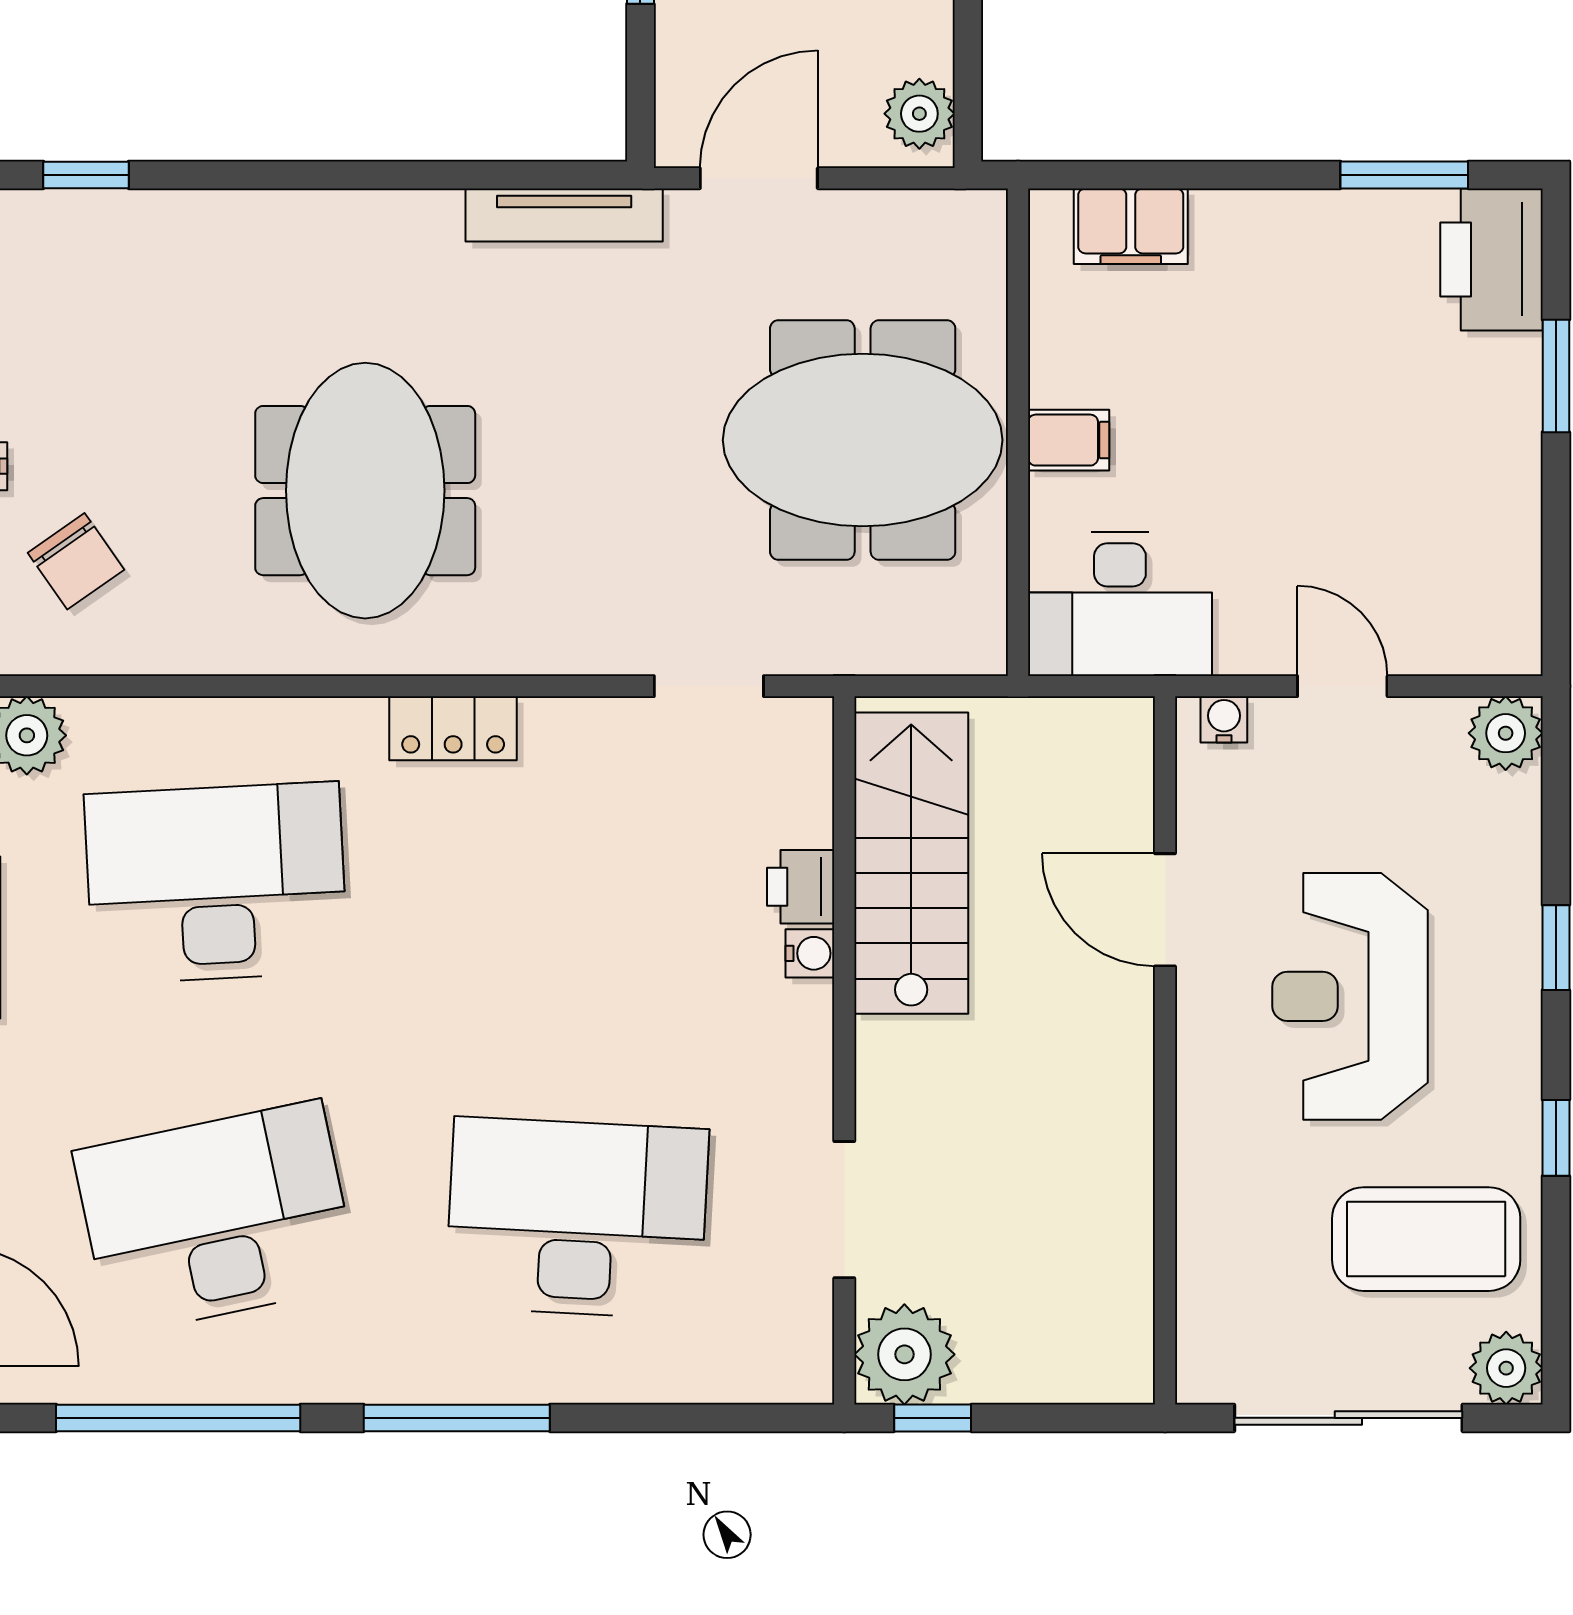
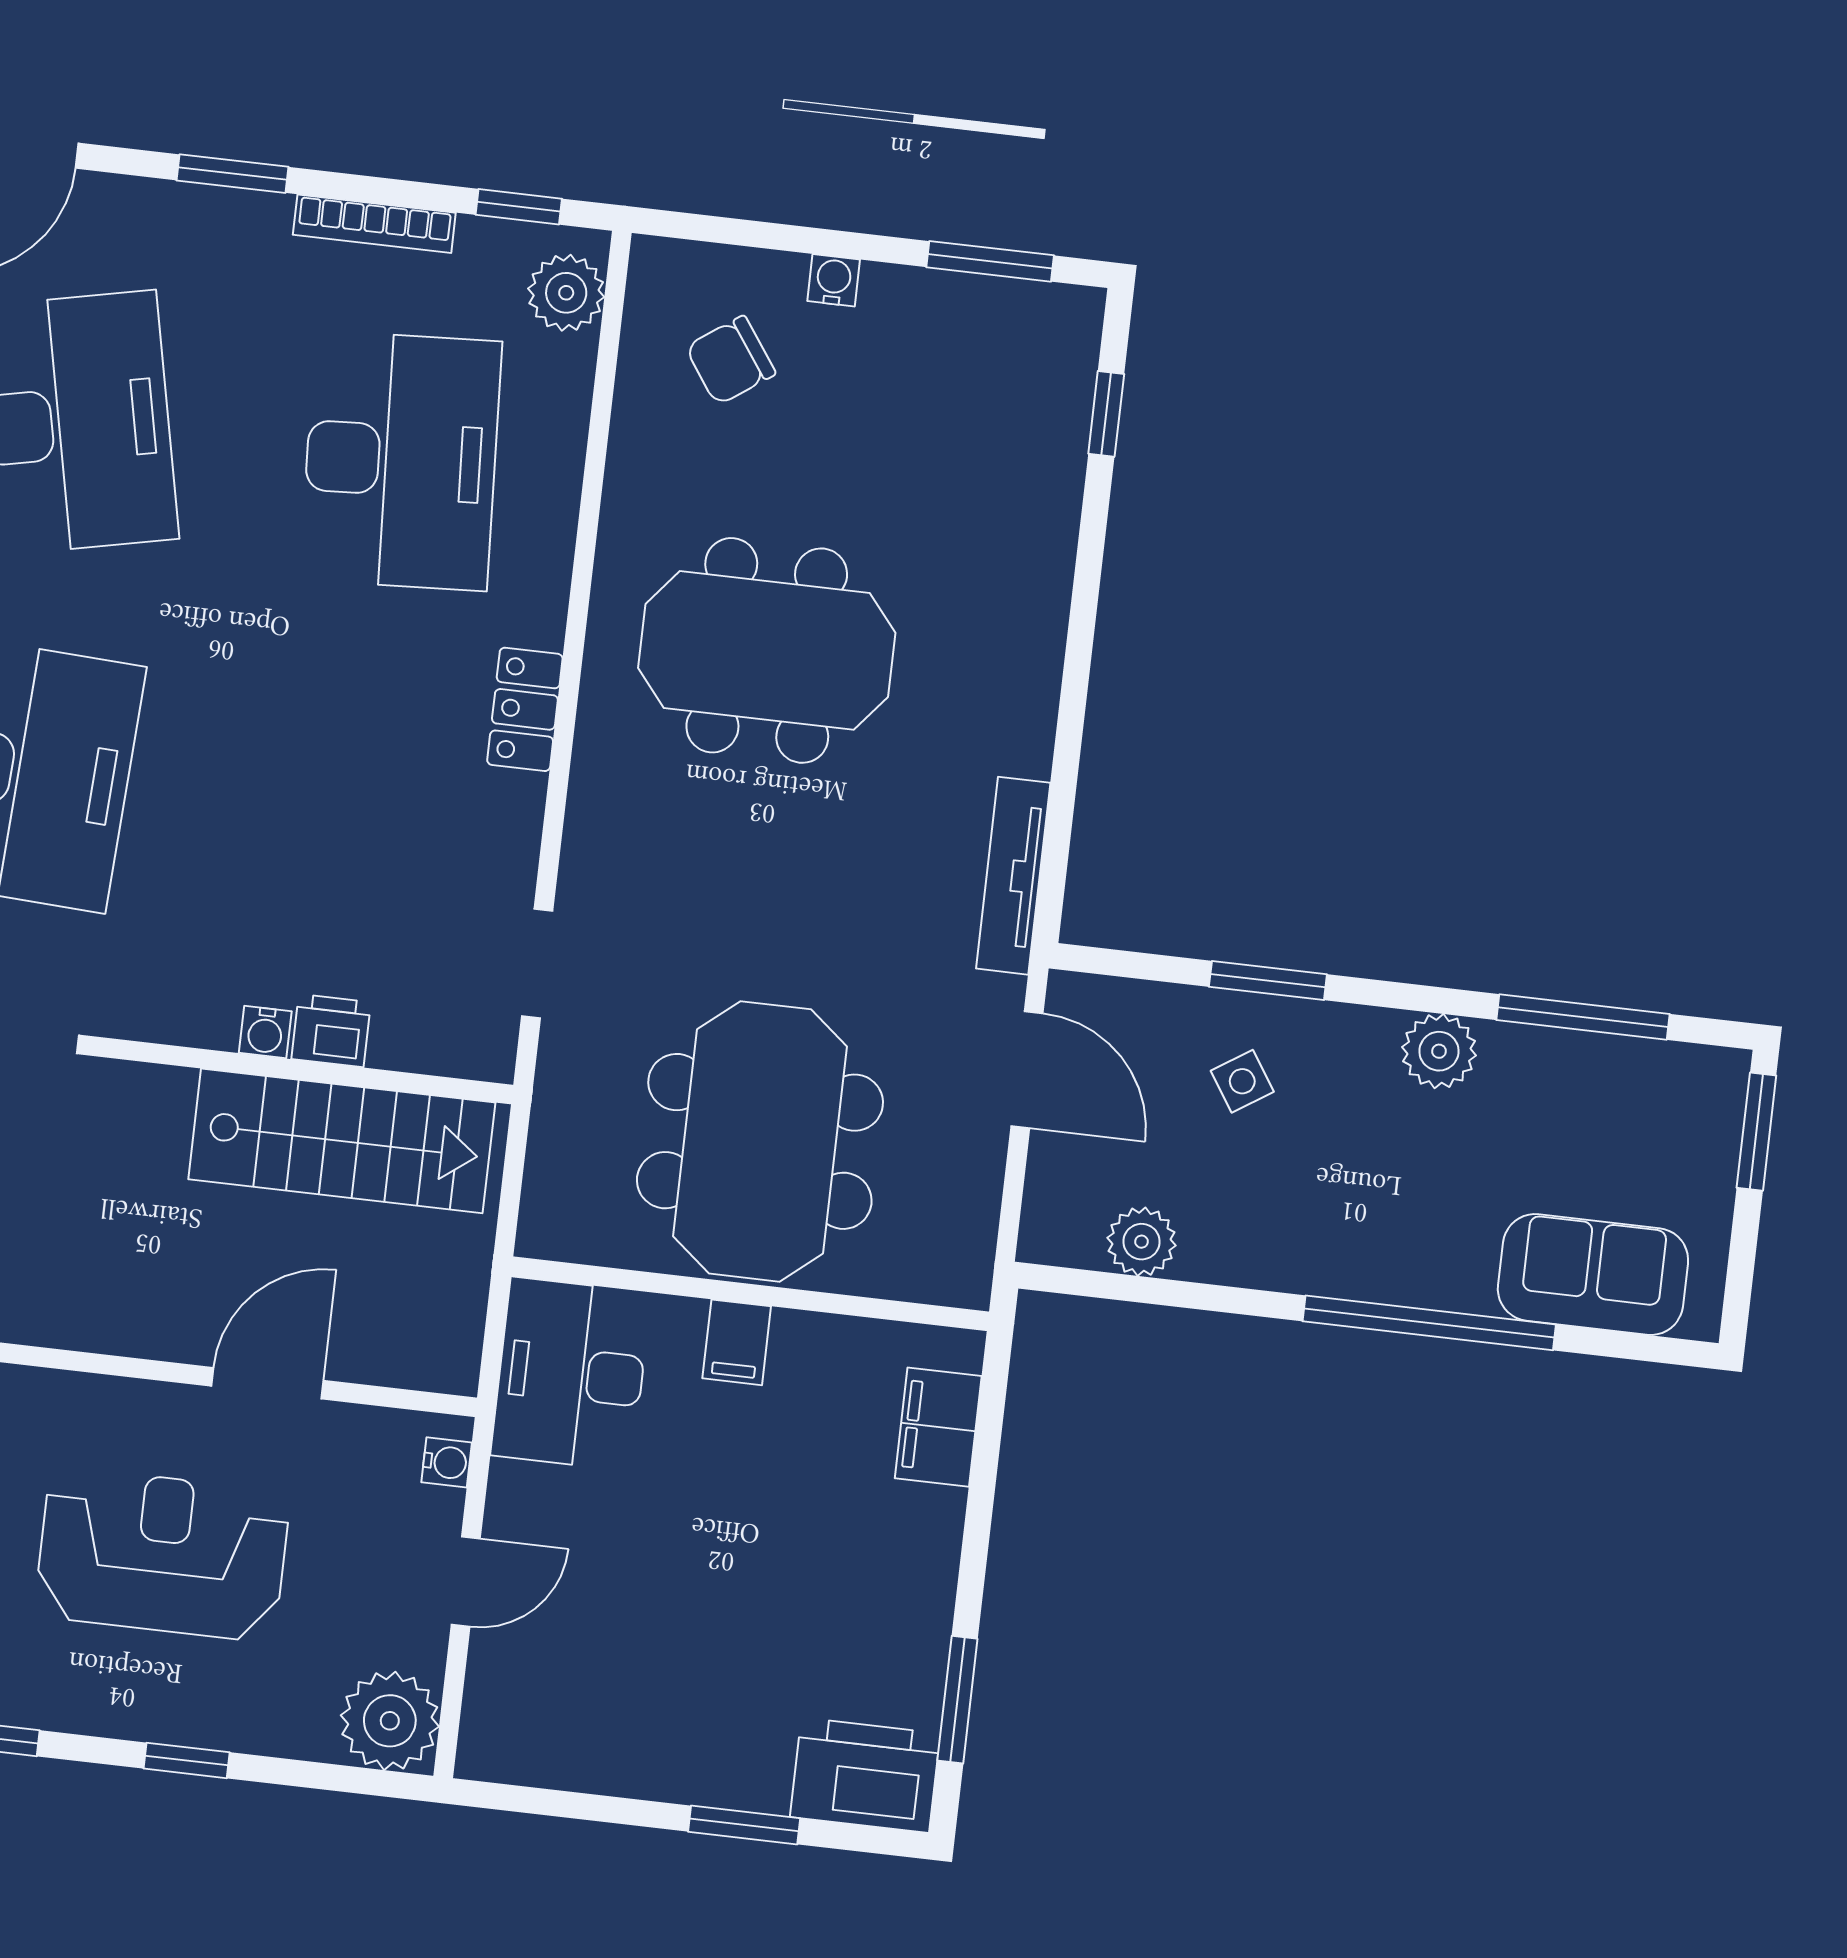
plant: (919, 114) -> (1141, 1242), moved
plant: (1506, 733) -> (390, 1721), width x1.36, depth x1.36

